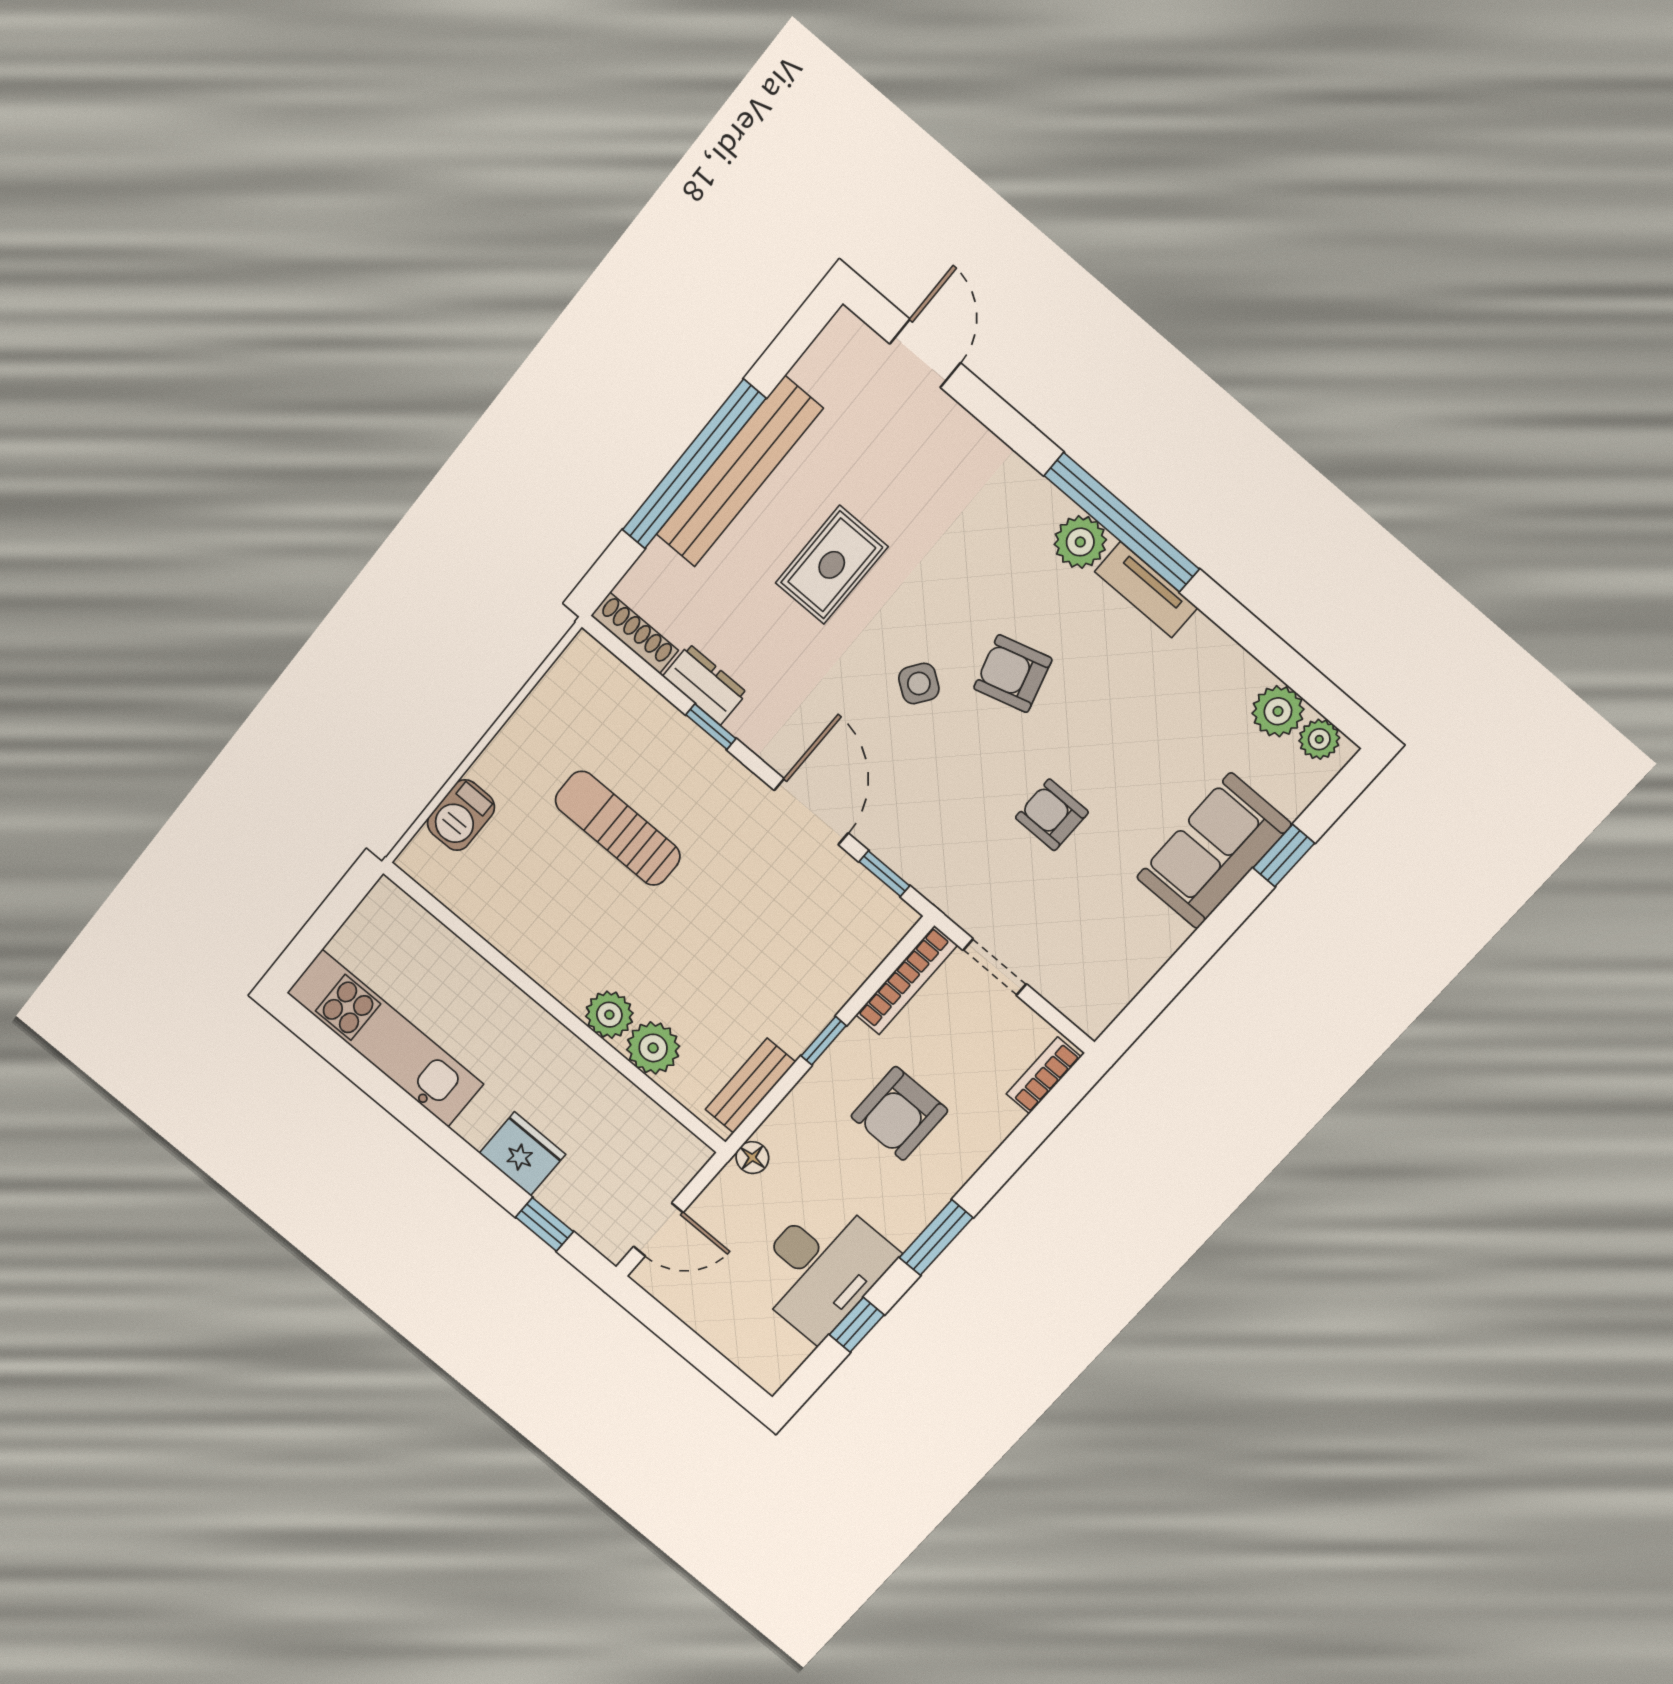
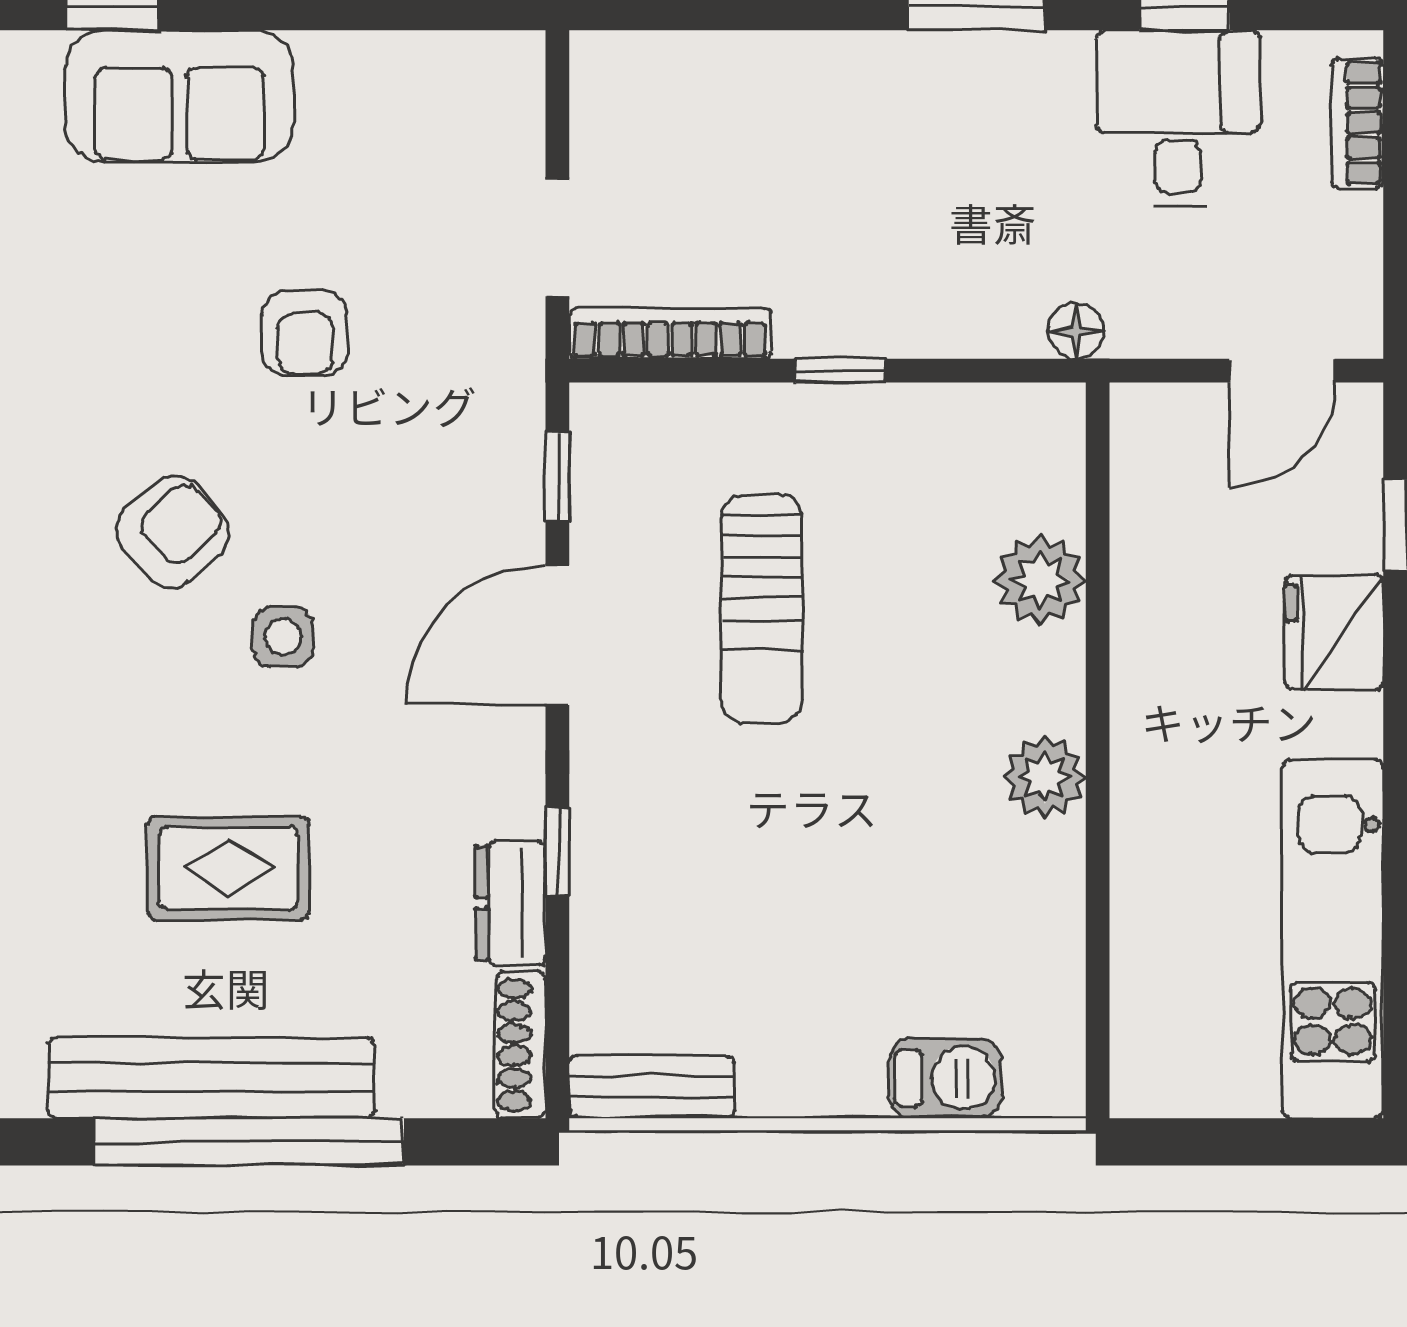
armchair: (1013, 674) -> (173, 532), turned -115
side table: (919, 684) -> (283, 637), turned -35
sun lounger: (618, 828) -> (762, 609), moved
plant: (609, 1015) -> (1045, 777), moved
bookcase: (1044, 1075) -> (1357, 123), moved, turned 90
bench: (750, 1086) -> (652, 1087), moved
armchair: (899, 1113) -> (852, 194), removed
door: (658, 1230) -> (1282, 371), swing flipped
desk: (821, 1268) -> (1178, 118), width x0.73

